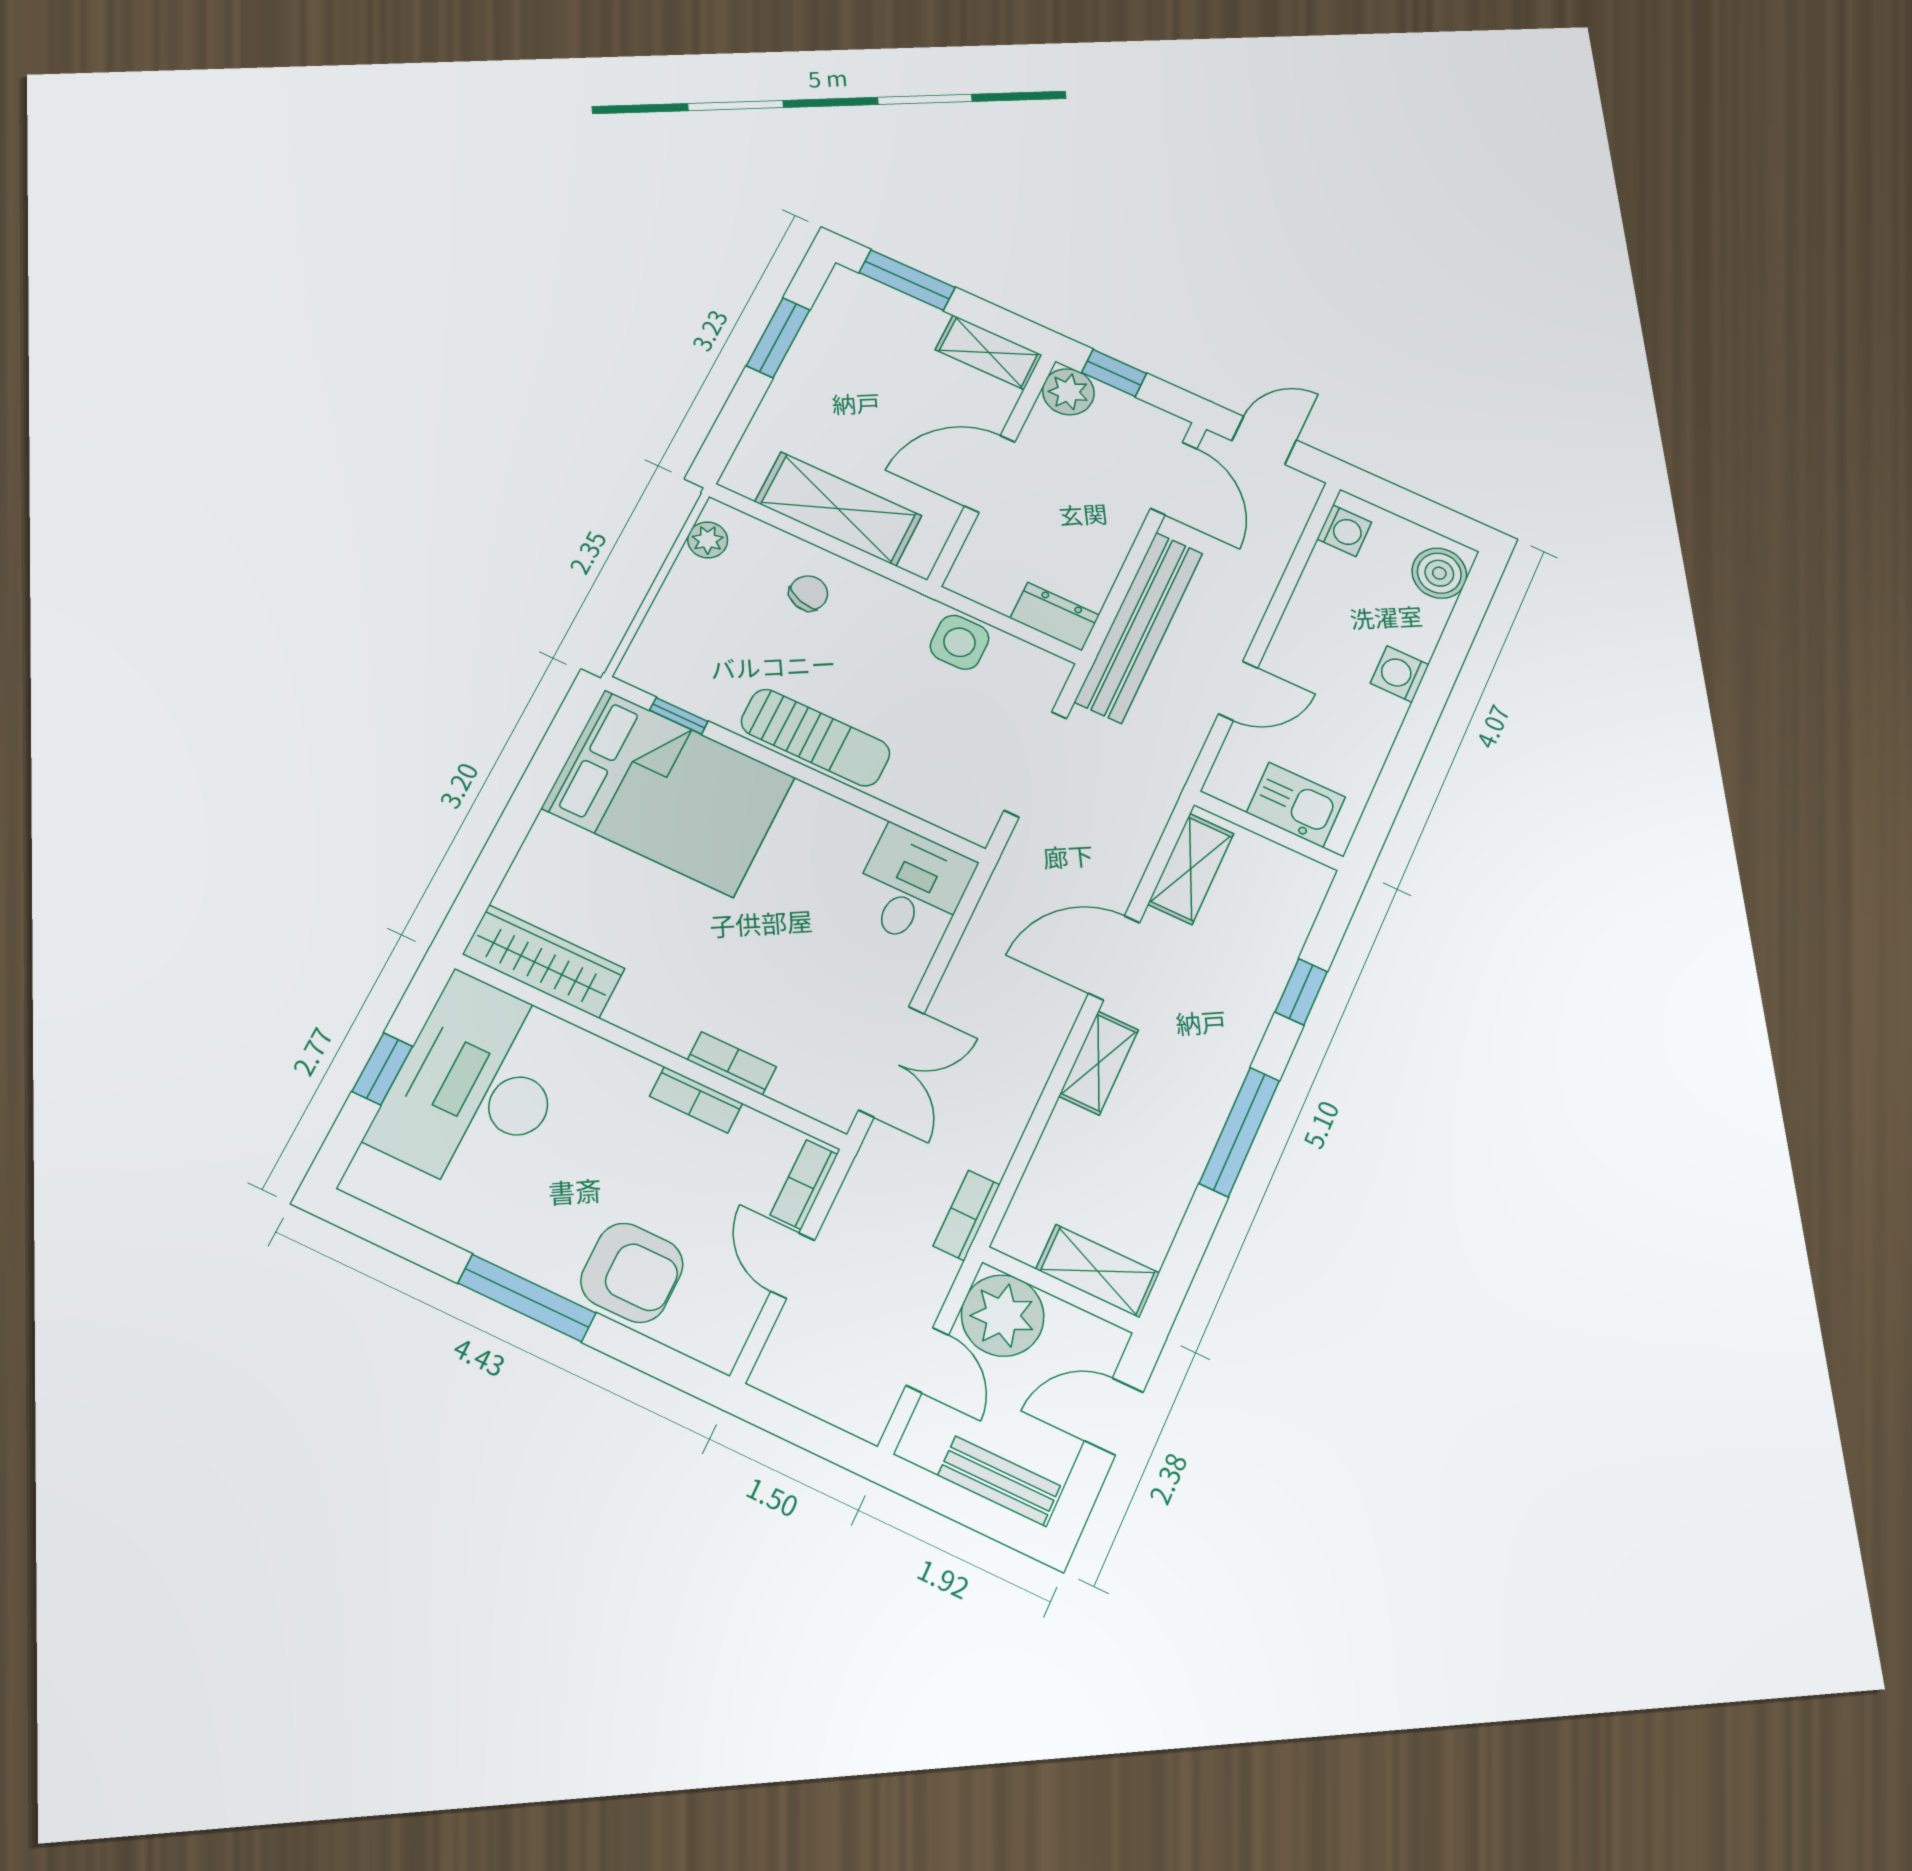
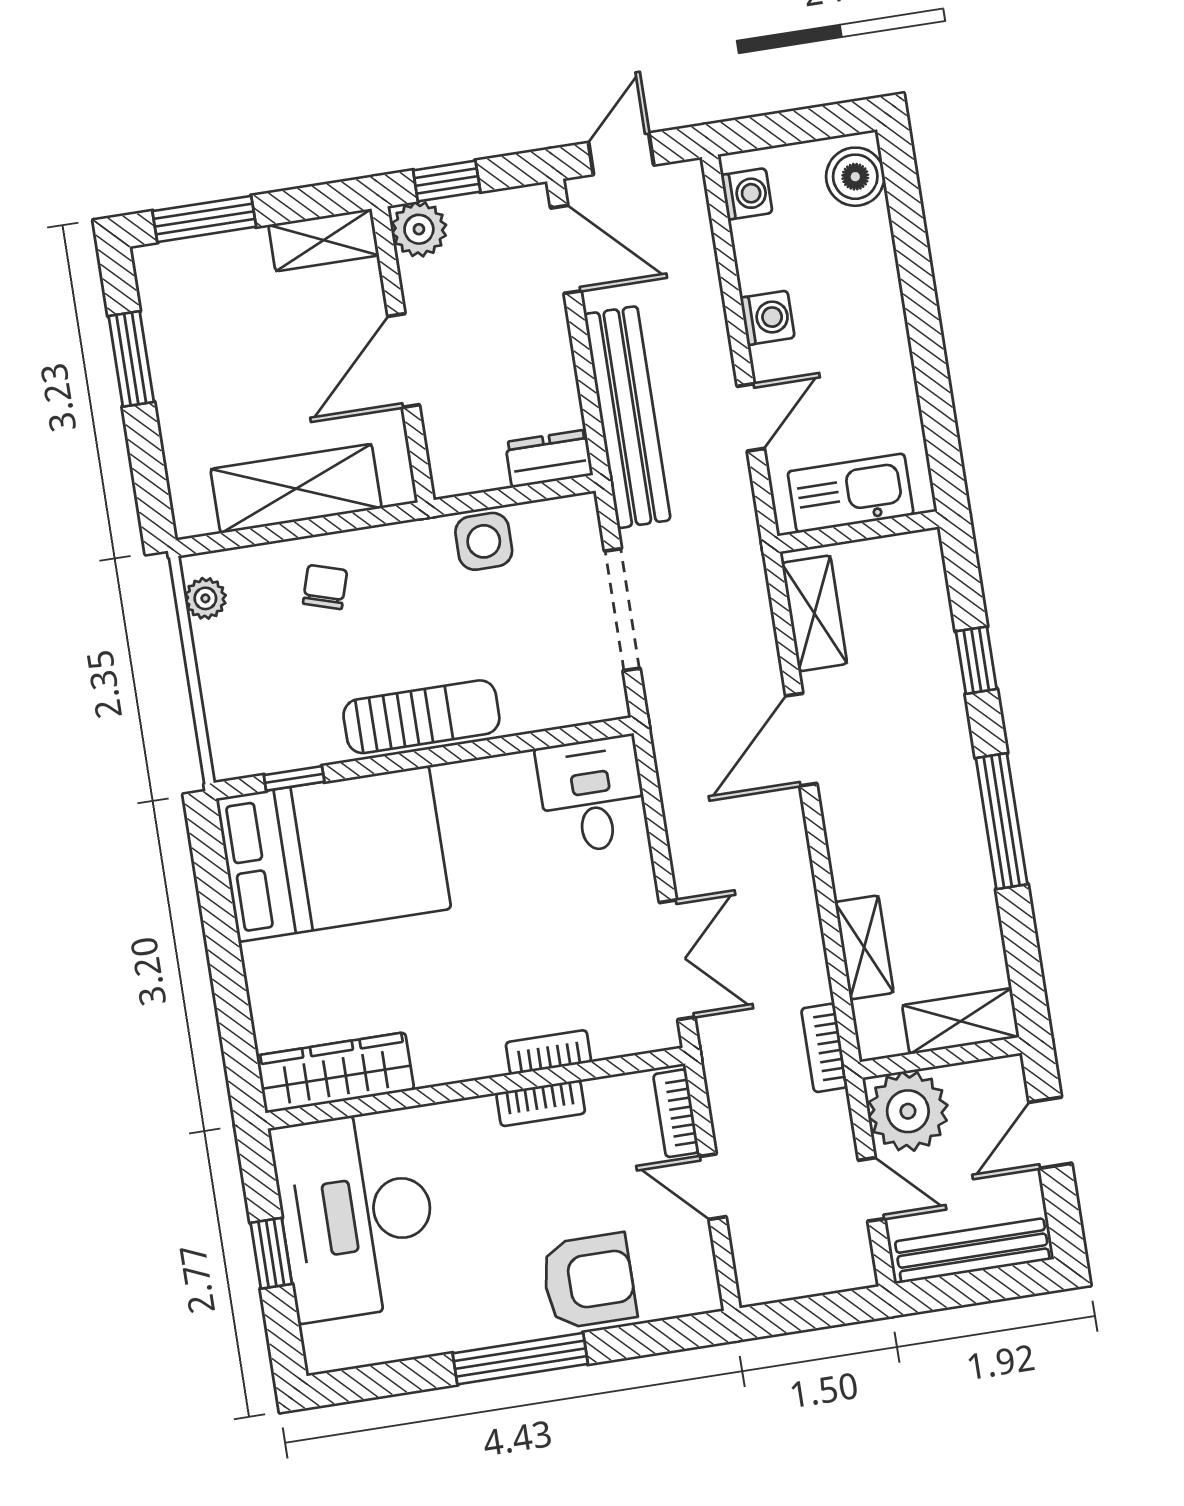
washing machine: (1400, 674) -> (767, 318), moved, turned 180
kitchen sink: (1296, 805) -> (851, 493), width x1.38
shelving: (1099, 1063) -> (864, 947), moved
bench: (999, 1481) -> (972, 1251), width x1.36

